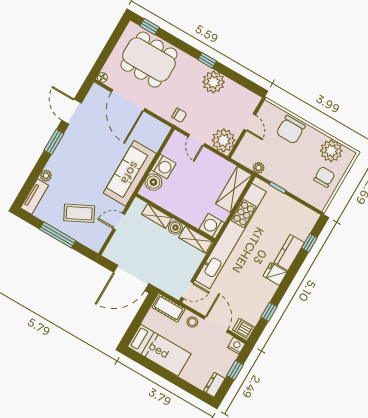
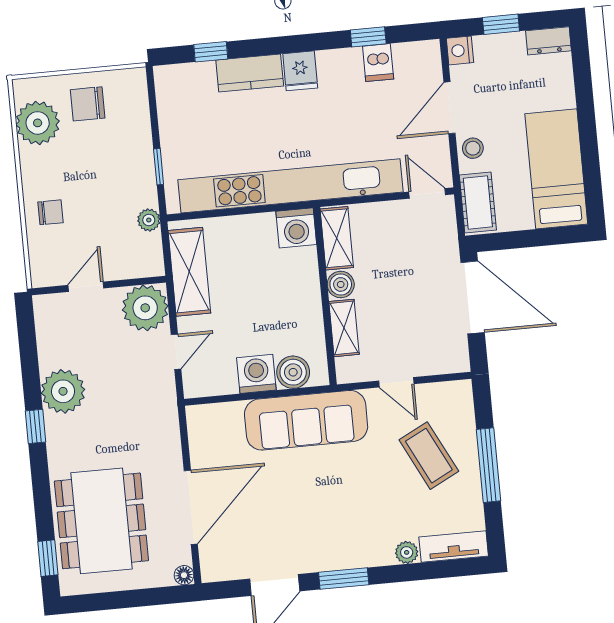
chair: (179, 115) -> (156, 408), removed
chair: (291, 130) -> (50, 212), width x0.54, depth x0.54
shelving: (234, 189) -> (189, 272), moved, turned 90
dishwasher: (244, 329) -> (378, 63), moved

